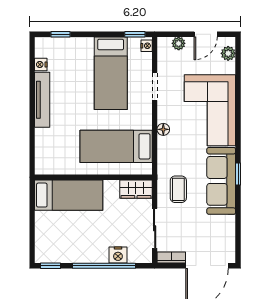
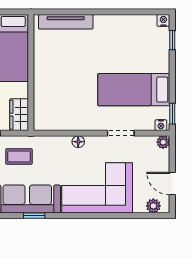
plant: (179, 43) -> (163, 142), moved
nightstand: (41, 64) -> (163, 20), moved
tv unit: (42, 100) -> (66, 22), moved
bed: (116, 146) -> (61, 95), removed

